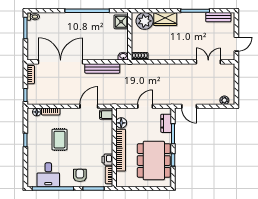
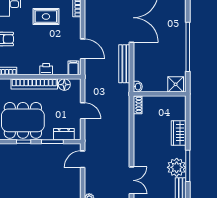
plant: (145, 21) -> (177, 167), moved
printer: (107, 160) -> (46, 69), moved

